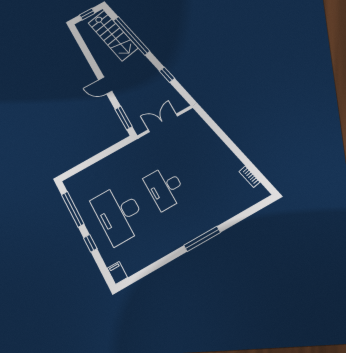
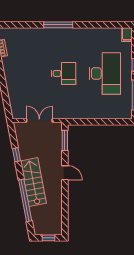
stairs: (113, 36) -> (33, 182), moved
double door: (163, 123) -> (39, 121), swing flipped
desk: (165, 188) -> (64, 73), width x0.73

